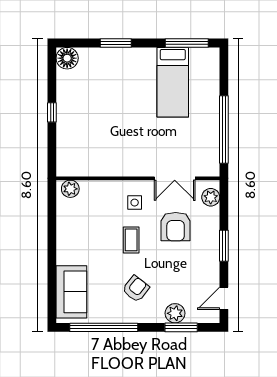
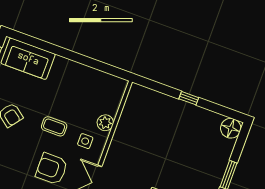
plant: (70, 189) -> (105, 123), moved

